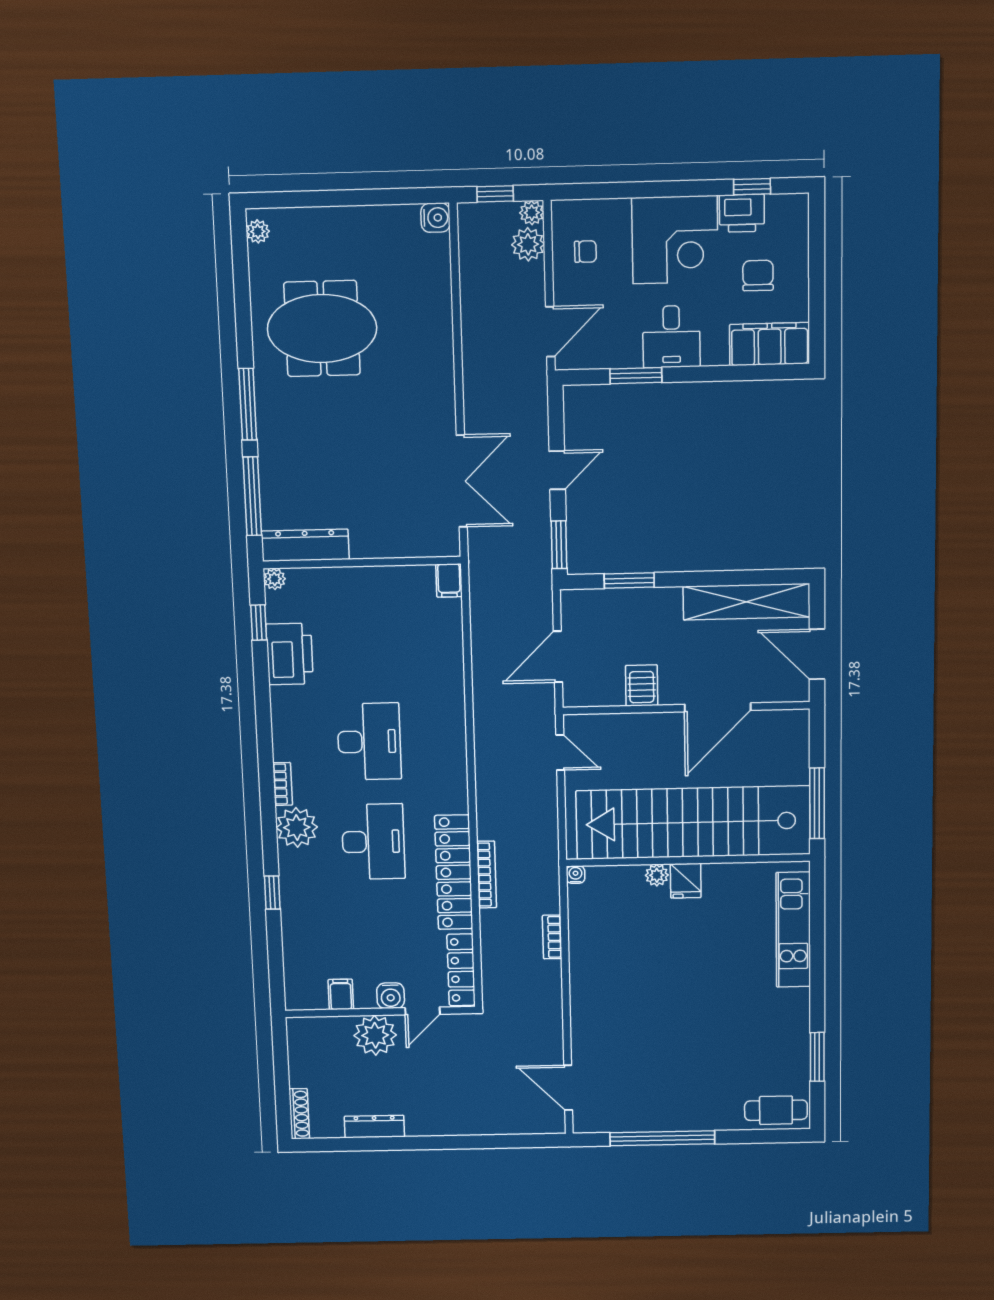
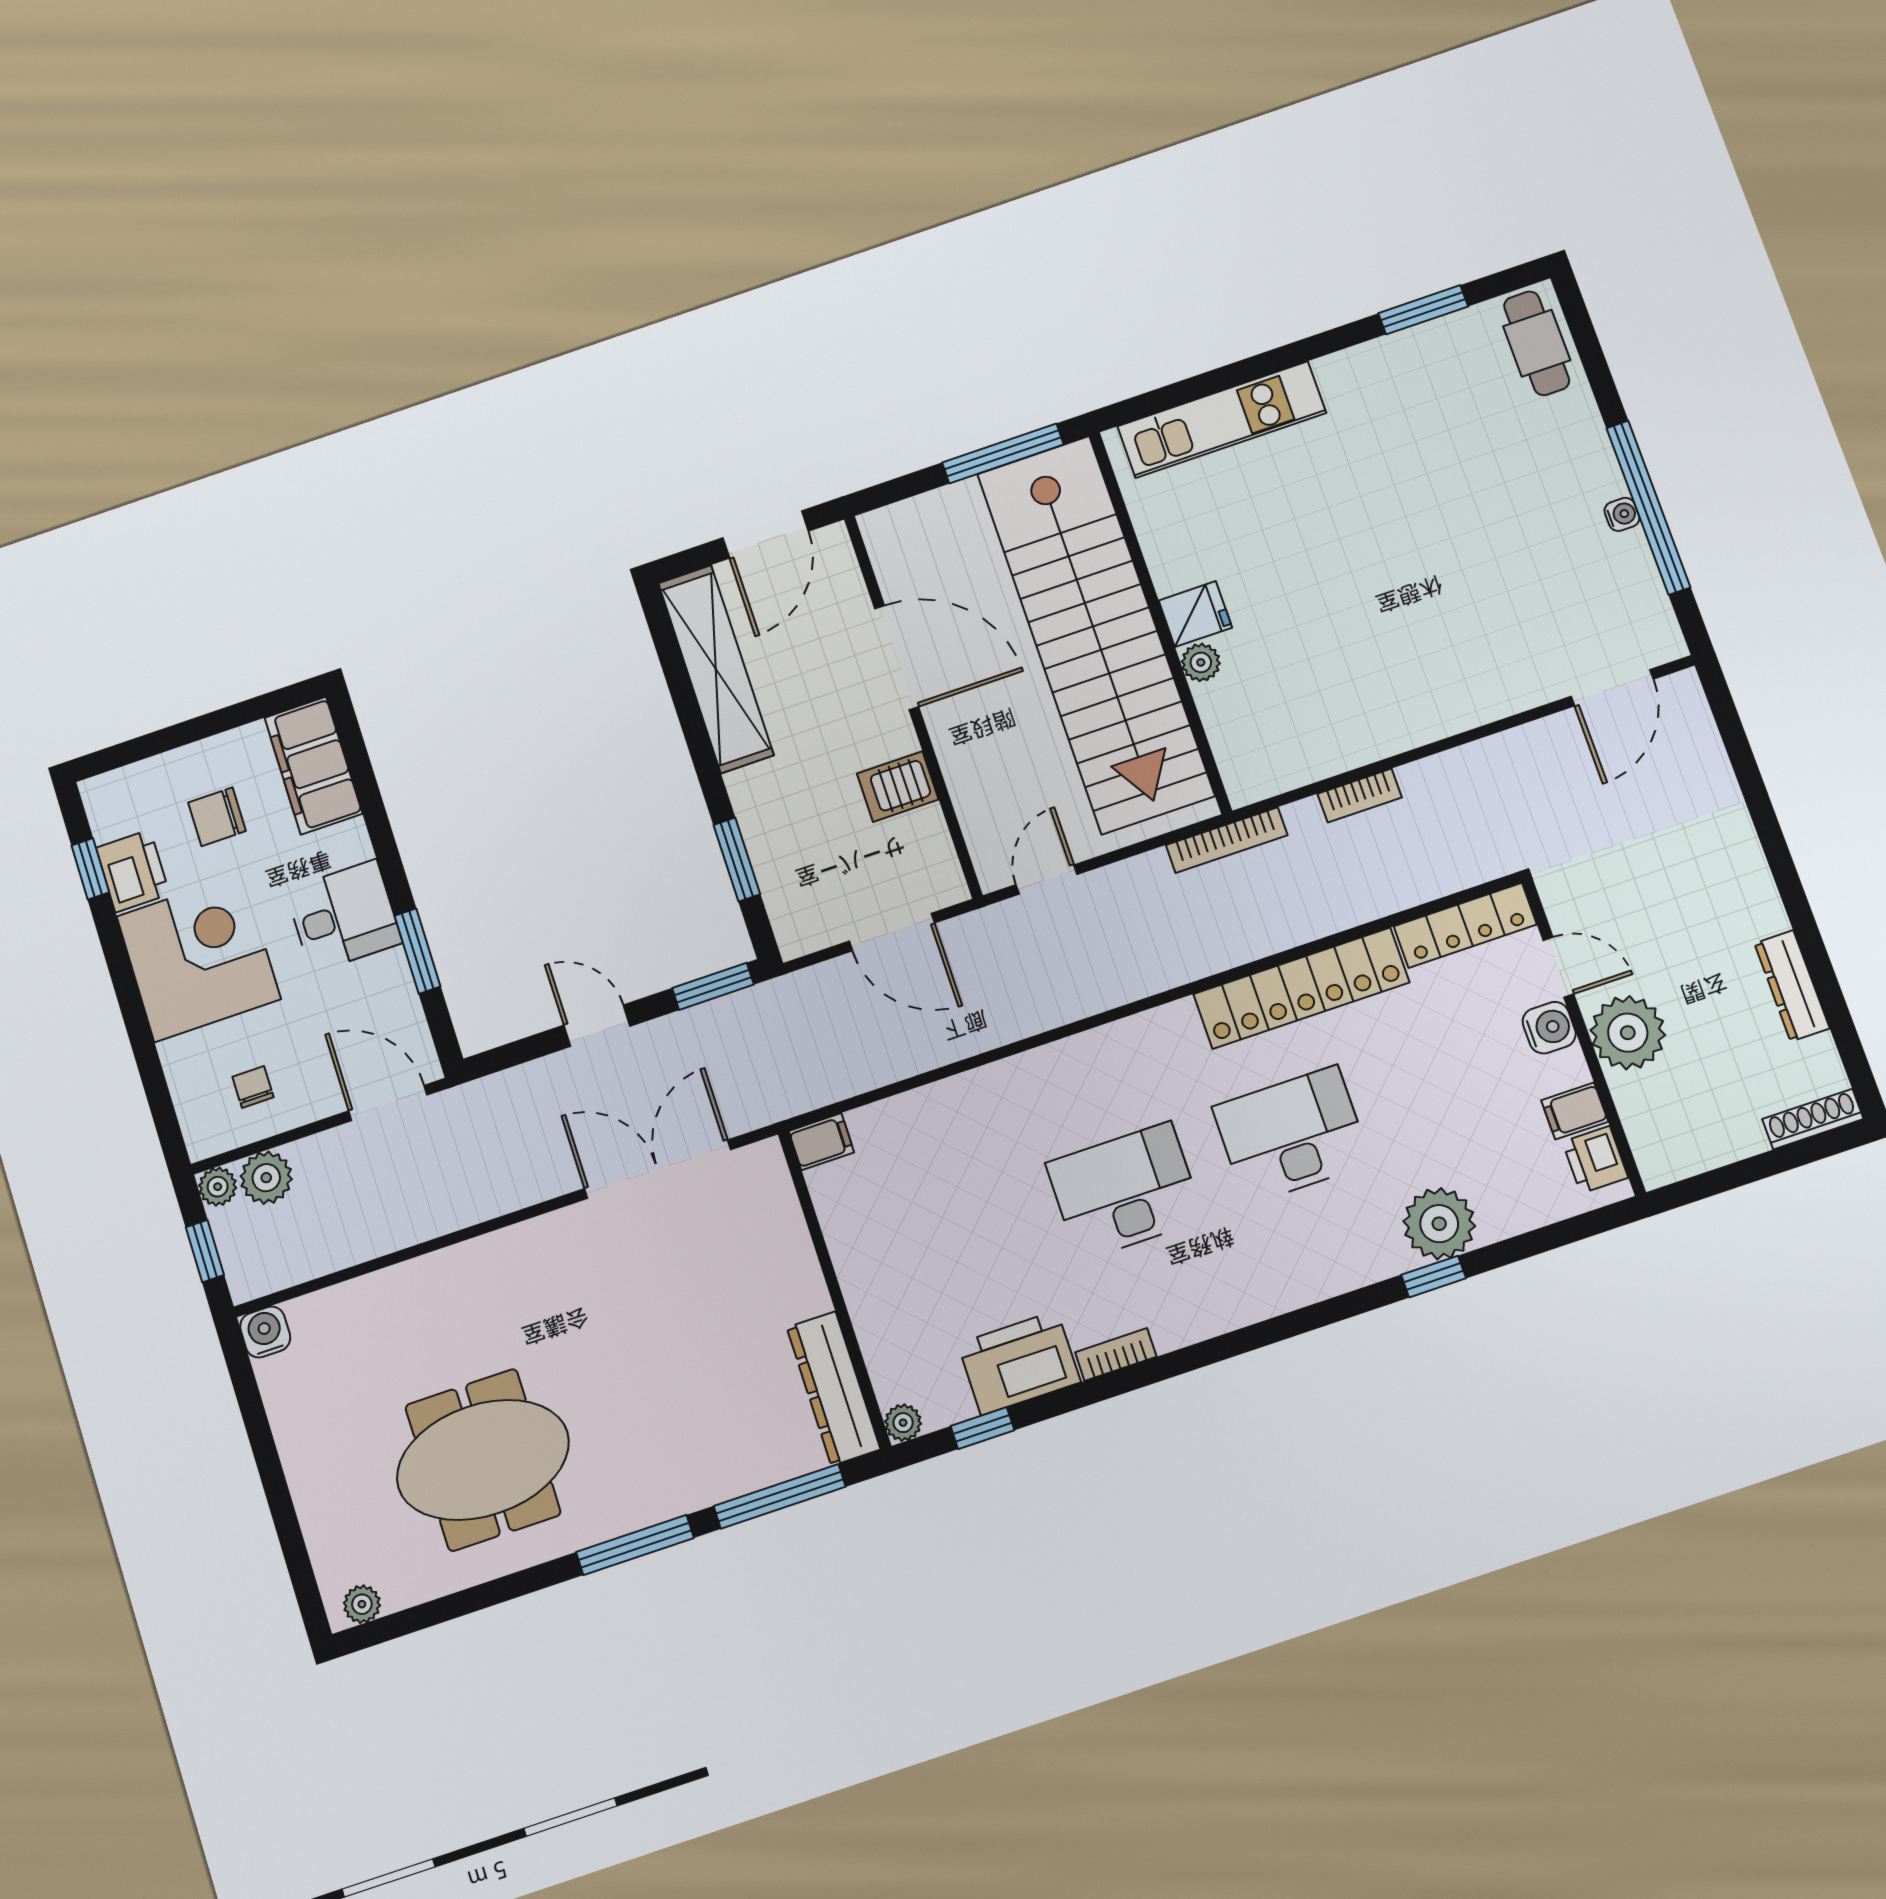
meeting table: (322, 329) -> (483, 1460), turned 90
bookcase: (283, 784) -> (1116, 1354), moved
plant: (297, 827) -> (1439, 1224), moved
bookcase: (487, 875) -> (1227, 840), moved, turned 180
water cooler: (576, 875) -> (1622, 514), moved, turned 180
printer: (311, 997) -> (1595, 1160), added

